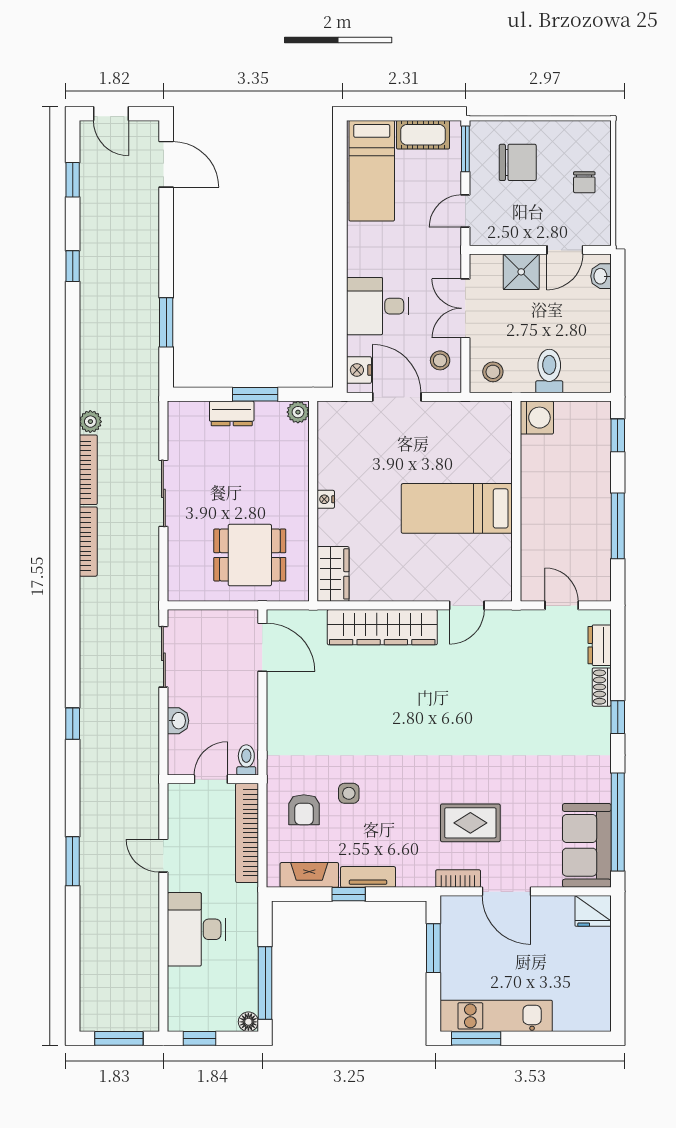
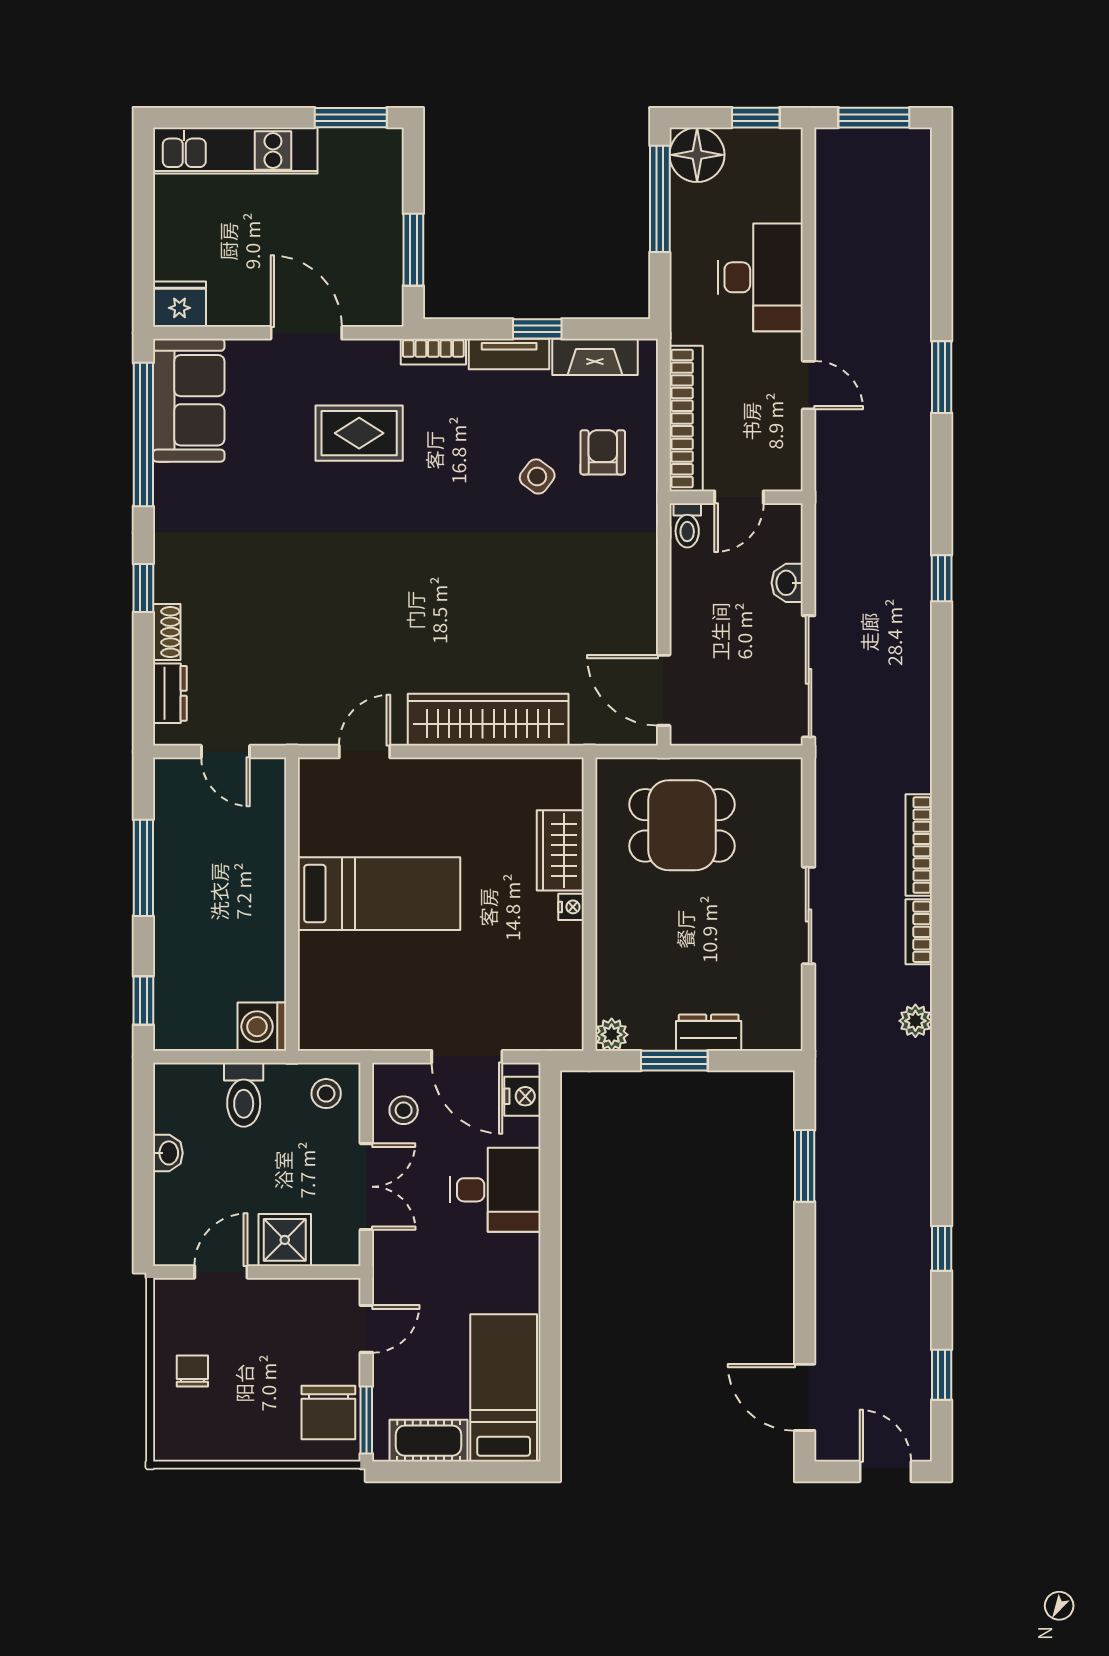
chair: (518, 162) -> (328, 1412), moved, turned -90
washbasin: (601, 276) -> (168, 1153), moved
bookcase: (88, 470) -> (919, 932), width x0.64
wardrobe: (333, 574) -> (560, 850), moved
sliding door: (163, 657) -> (809, 676), width x1.37
side table: (349, 793) -> (537, 476), turned 37
bookcase: (458, 878) -> (433, 352), moved
kitchen unit: (496, 1016) -> (235, 151), moved
floor lamp: (248, 1022) -> (697, 155), width x1.89, depth x1.89

